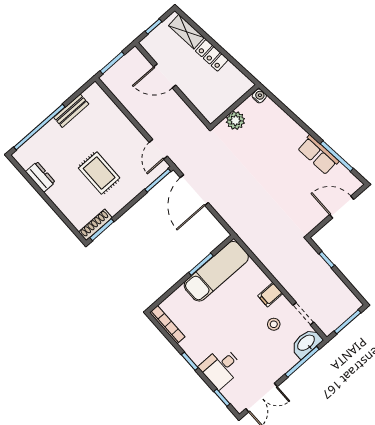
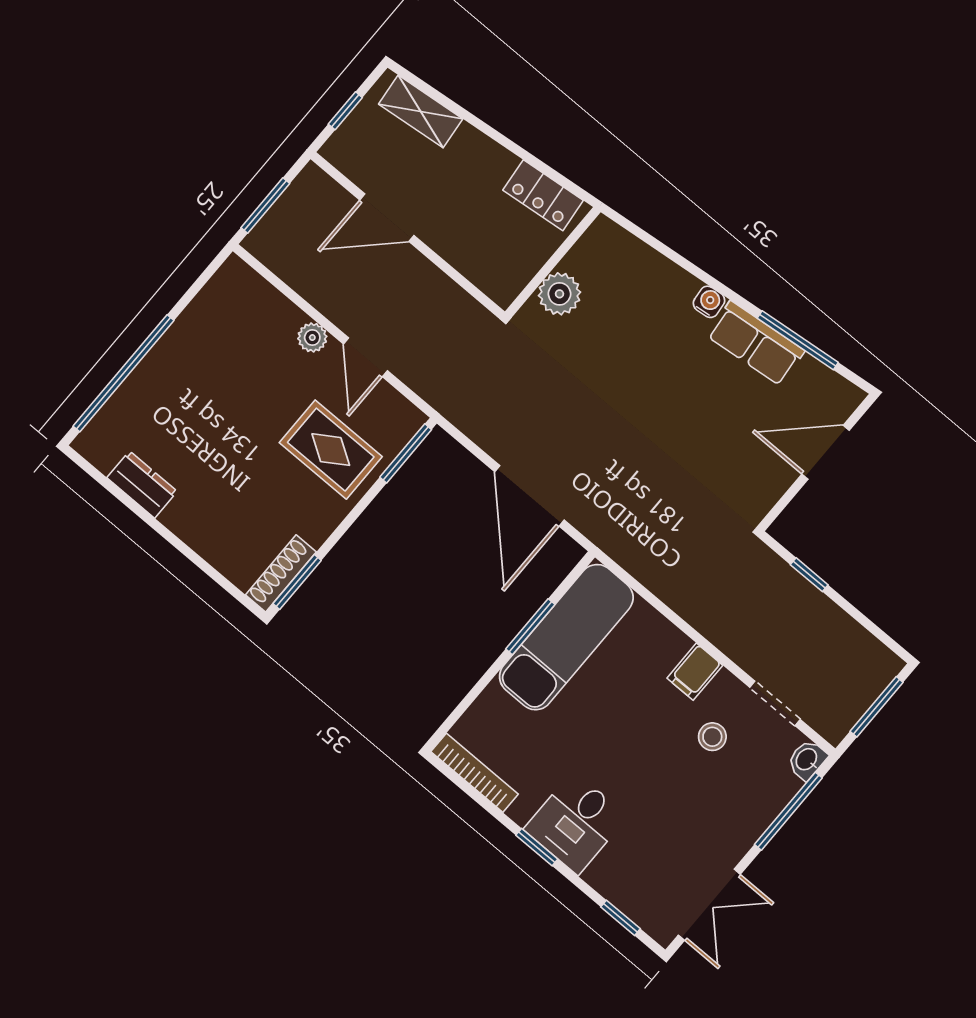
locker: (212, 55) -> (543, 195), moved
water cooler: (259, 96) -> (709, 302), moved
bench: (71, 111) -> (189, 326), removed
plant: (124, 124) -> (312, 338), added
door: (158, 149) -> (365, 357), moved
rug: (99, 173) -> (331, 450), moved
door: (194, 190) -> (529, 496), moved
washbasin: (306, 343) -> (807, 760), width x0.52, depth x0.69
desk: (221, 368) -> (576, 823), moved

